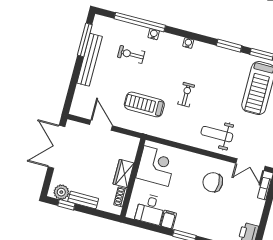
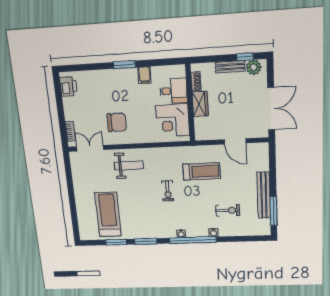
window: (140, 22) -> (193, 240), moved
desk: (150, 209) -> (173, 91), moved, turned 90

